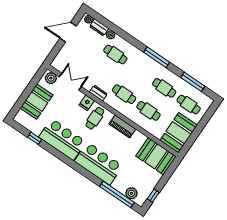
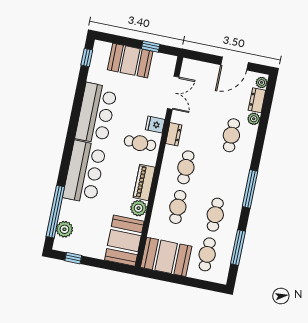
door: (68, 32) -> (235, 64), swing flipped
plant: (51, 78) -> (139, 208), moved
window: (33, 84) -> (151, 46), added
window: (35, 138) -> (87, 58), moved

